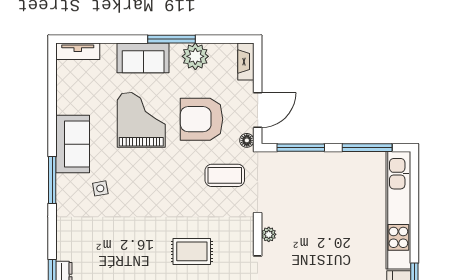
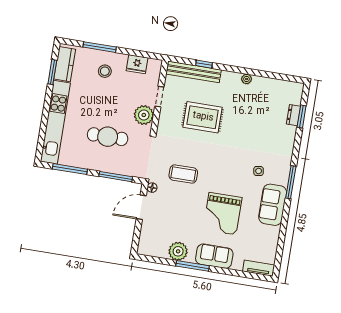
fireplace: (246, 62) -> (144, 242), removed
armchair: (202, 119) -> (181, 207), removed
coffee table: (225, 175) -> (183, 174), moved
cafe table: (321, 202) -> (108, 137), added
plant: (269, 234) -> (144, 115), width x1.88, depth x1.88
rug: (192, 251) -> (203, 117), width x1.36, depth x1.43

